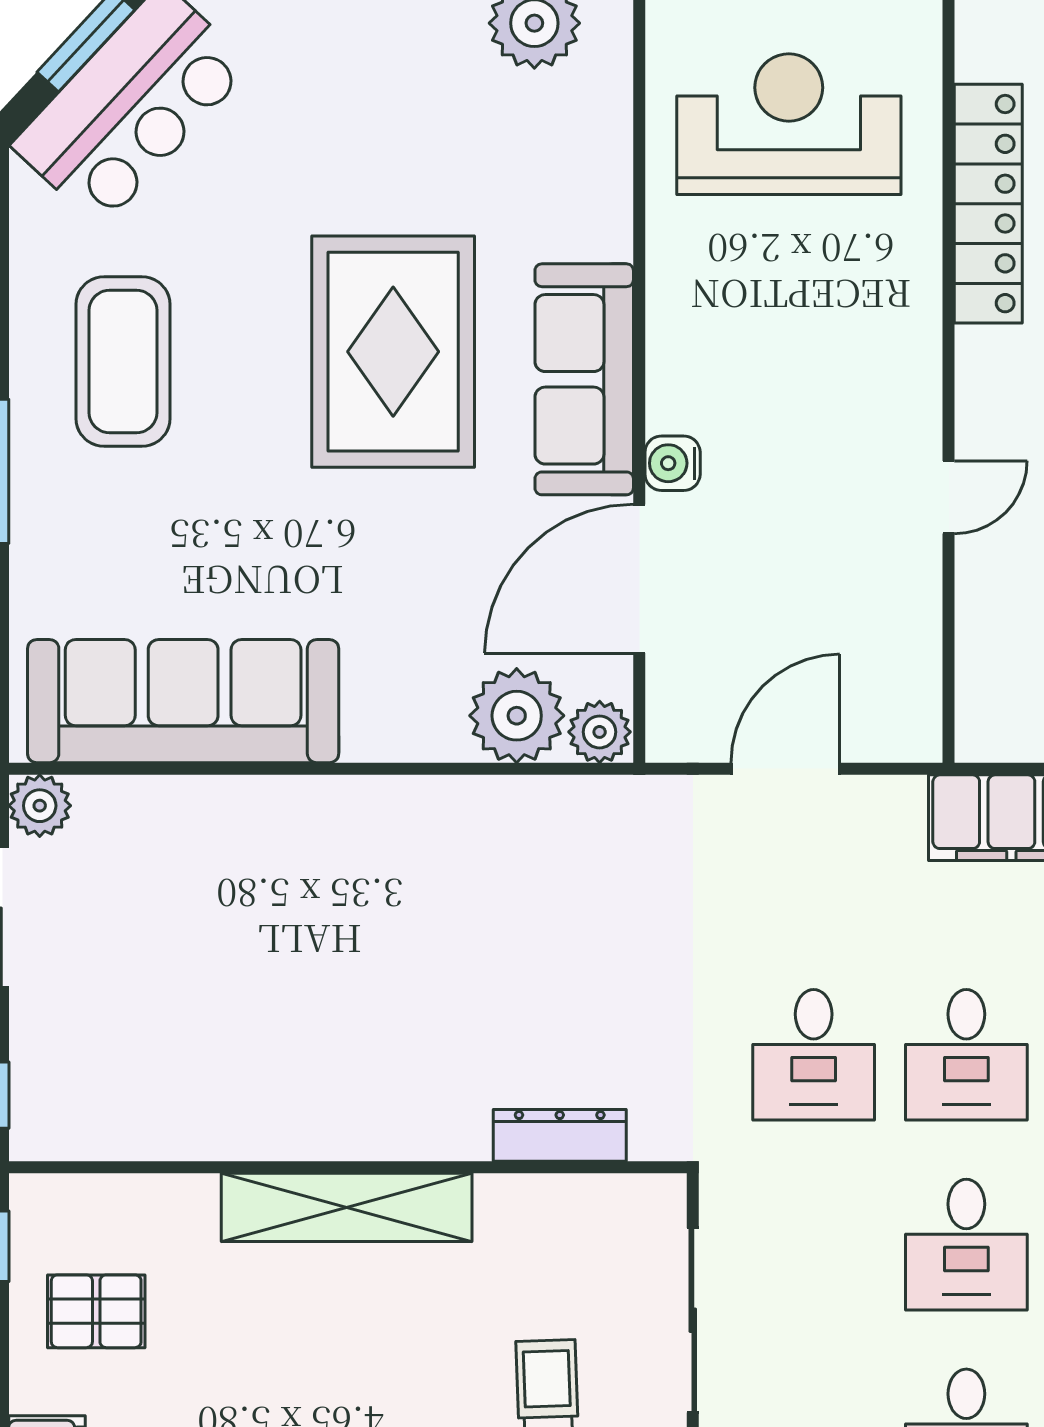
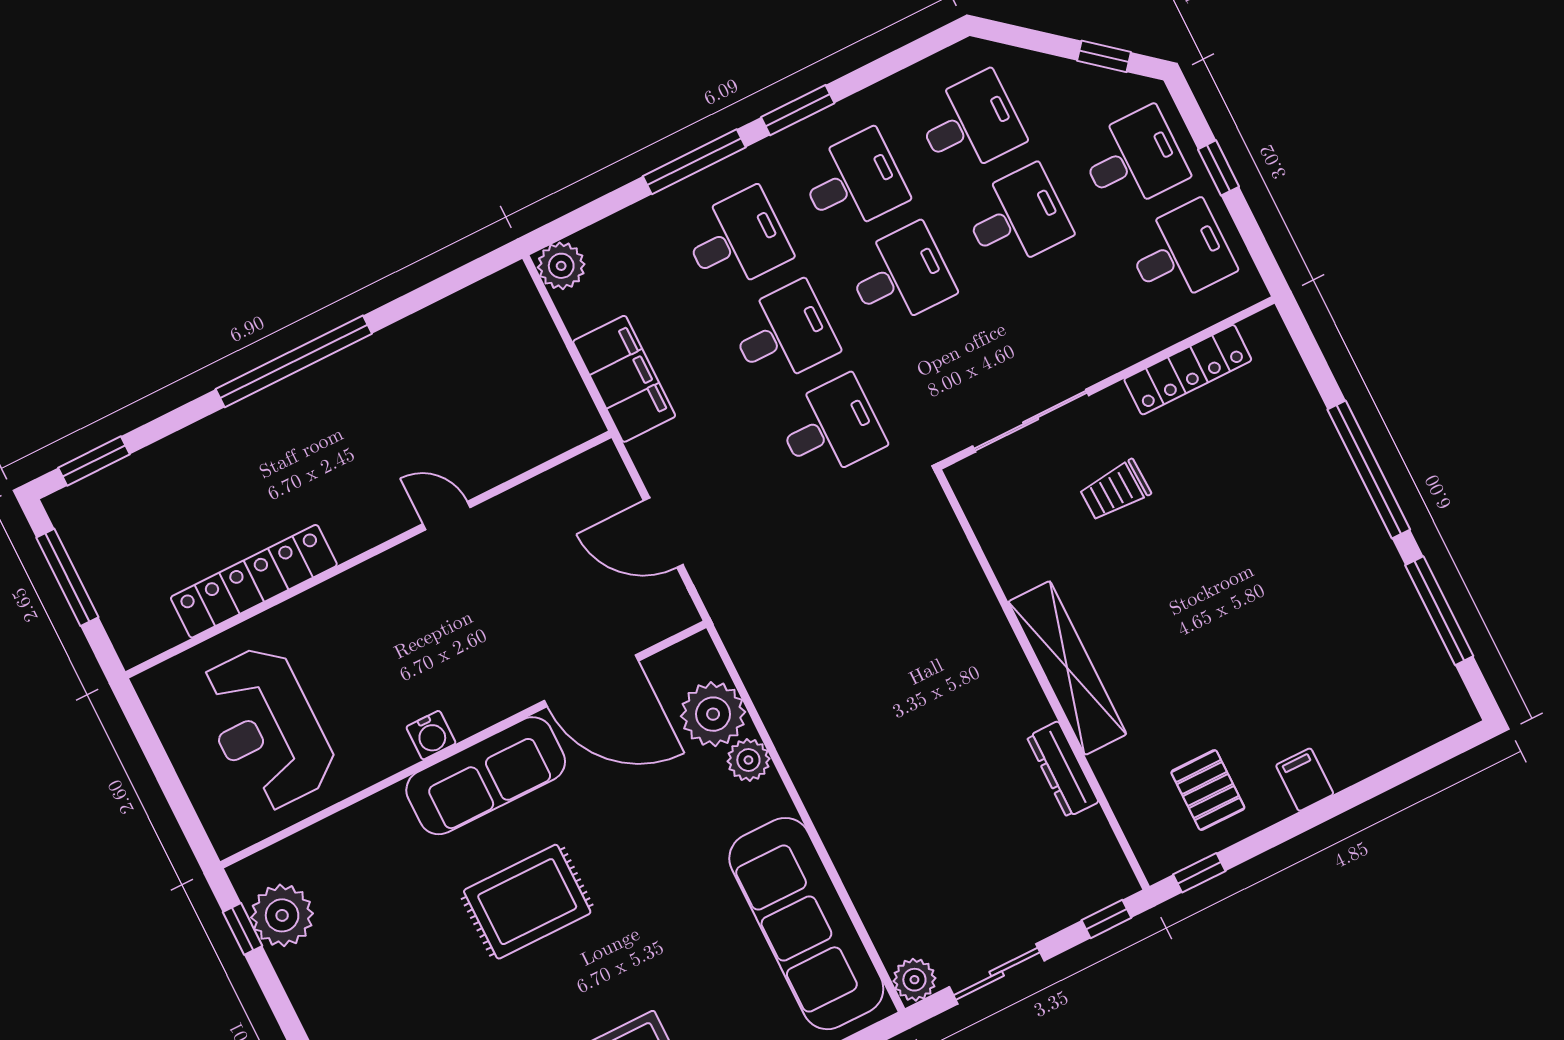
rug: (393, 352) -> (527, 902), width x0.73, depth x0.69
water cooler: (673, 463) -> (431, 735), moved
plant: (600, 732) -> (748, 760), moved
dresser: (560, 1135) -> (1063, 769), moved

